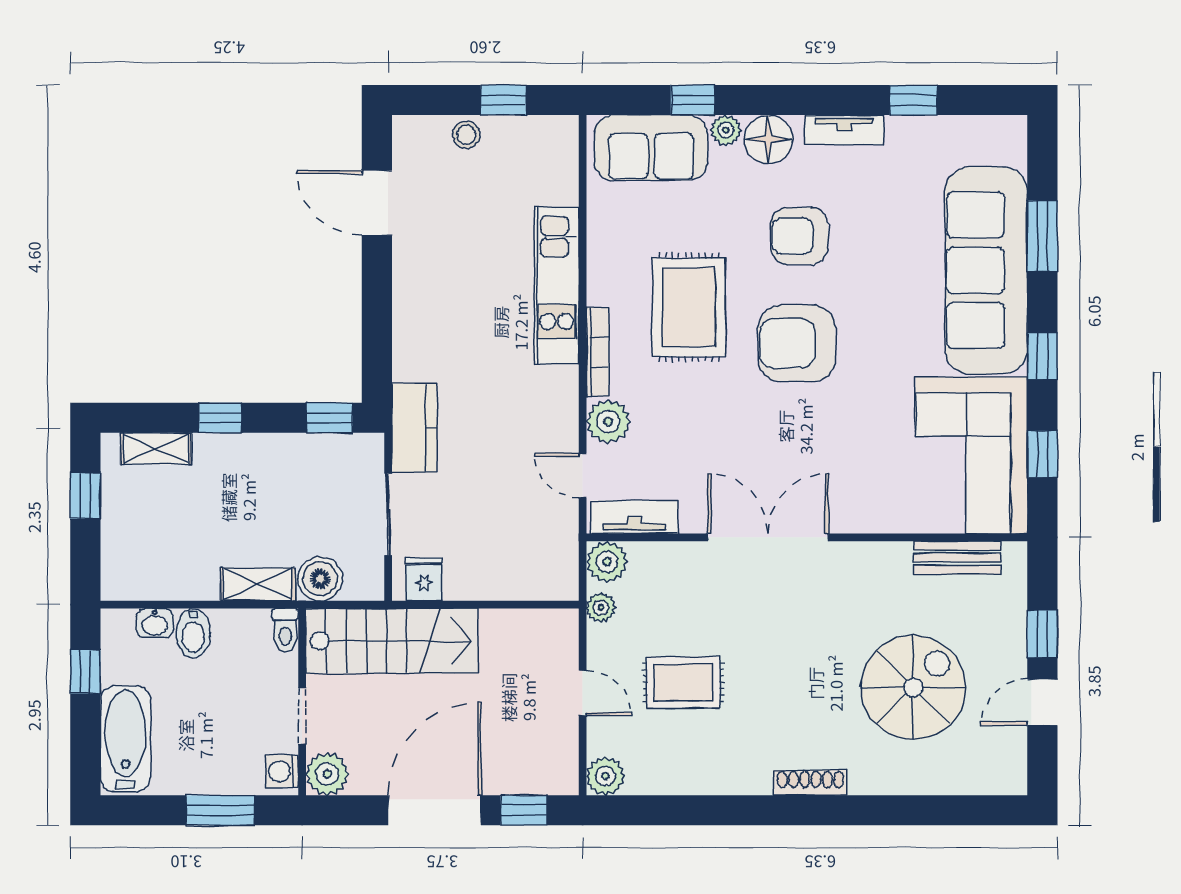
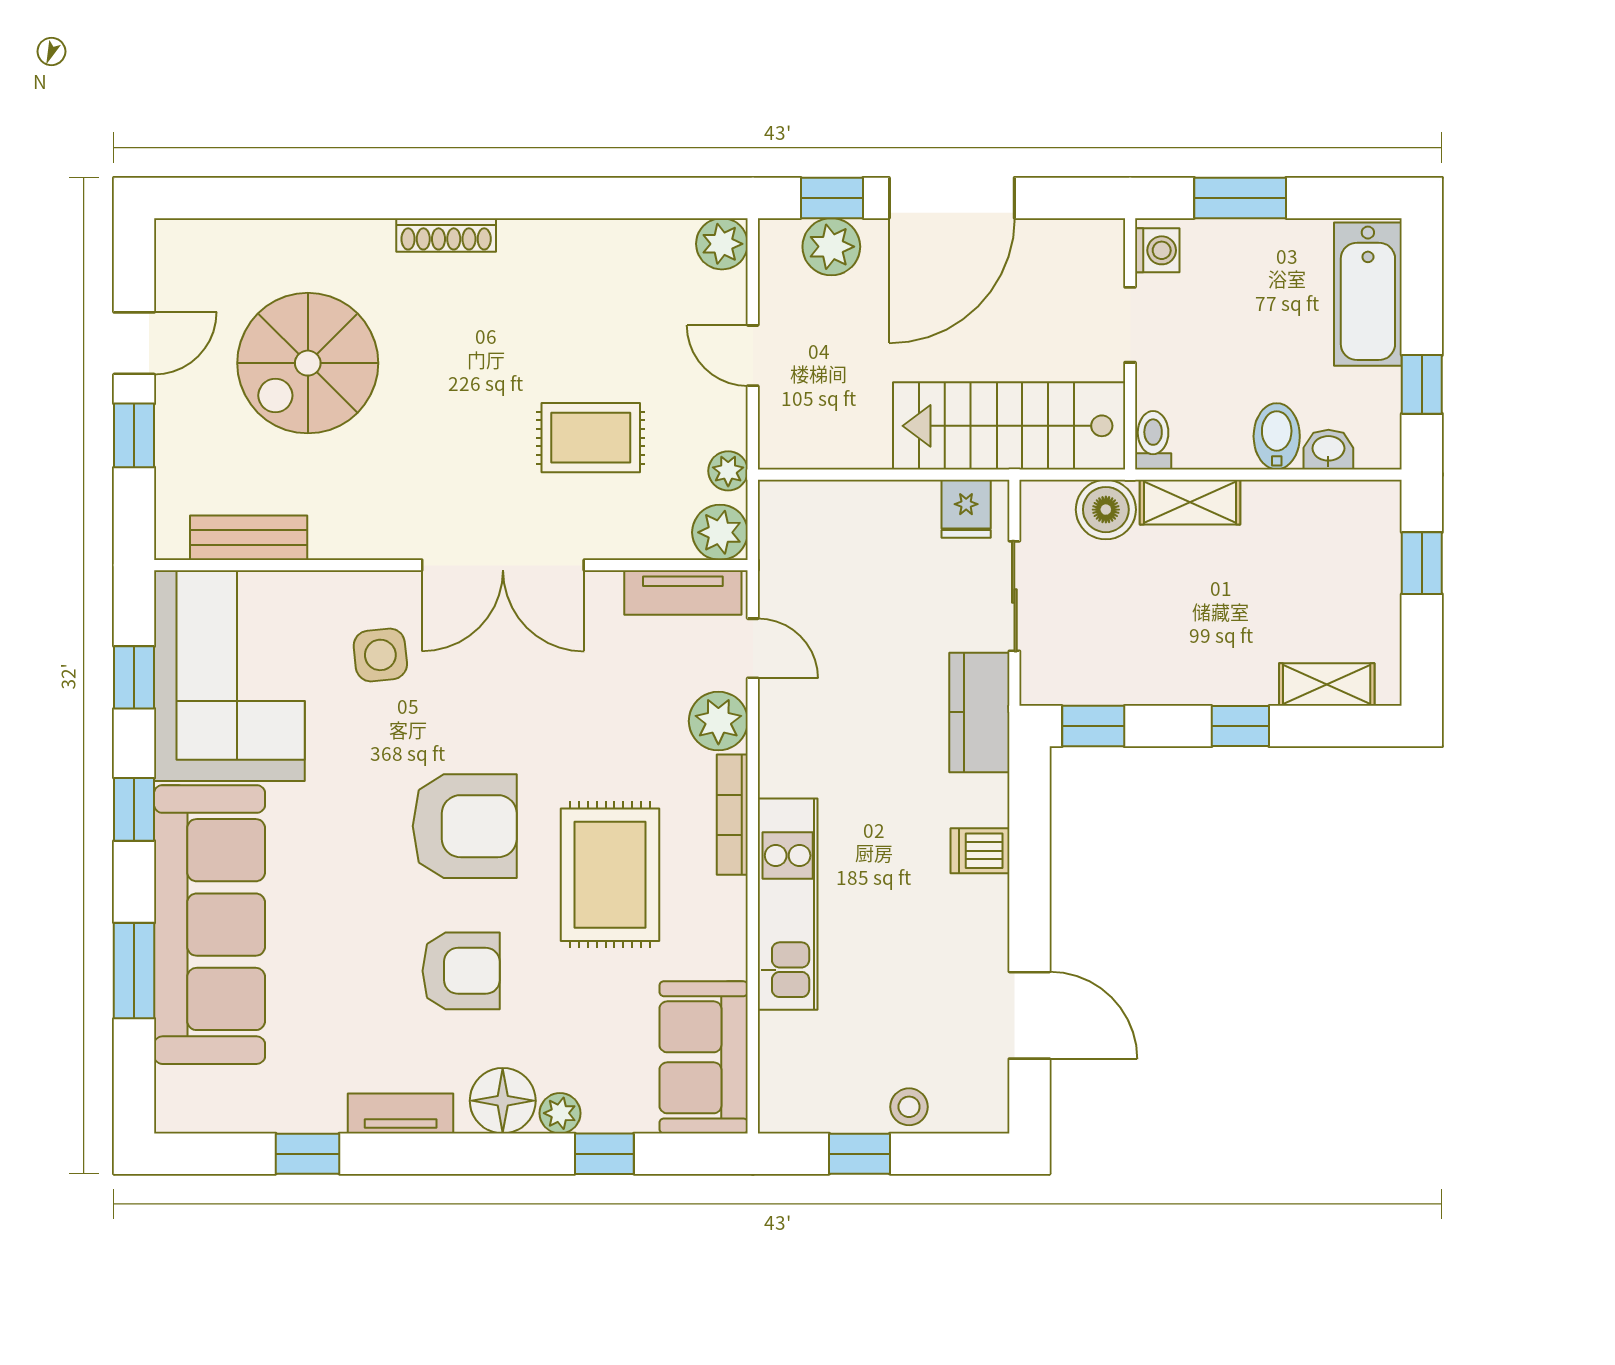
sofa: (651, 148) -> (704, 1057), moved, turned -90
dishwasher: (414, 325) -> (980, 851), added
side table: (859, 471) -> (380, 655), added
window: (85, 496) -> (1422, 563), moved
rug: (683, 682) -> (591, 438), moved
plant: (327, 774) -> (831, 247), moved

